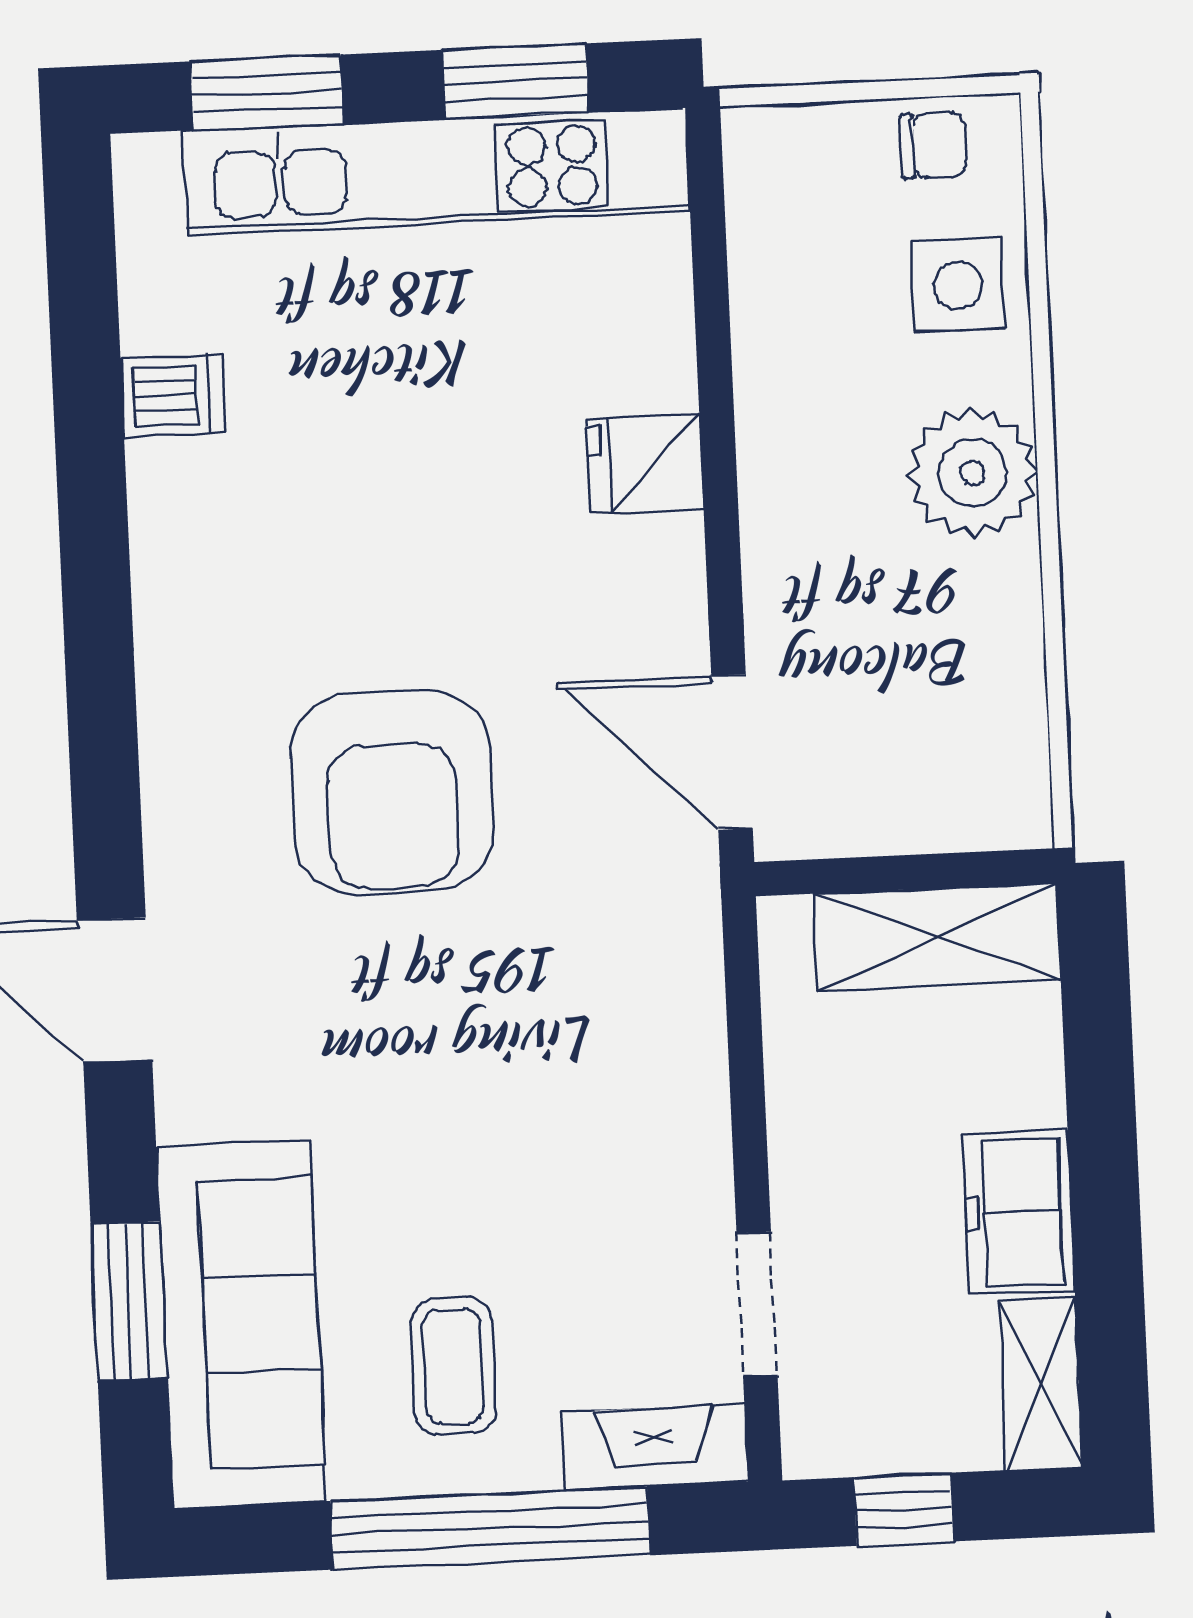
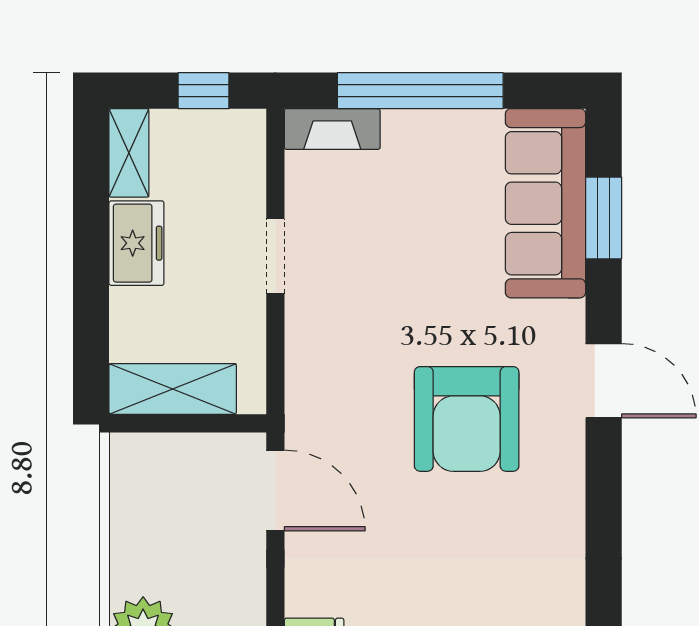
armchair: (392, 792) -> (467, 419), moved, turned 180
doorway: (757, 1304) -> (275, 256), moved
coffee table: (453, 1366) -> (436, 176), removed

